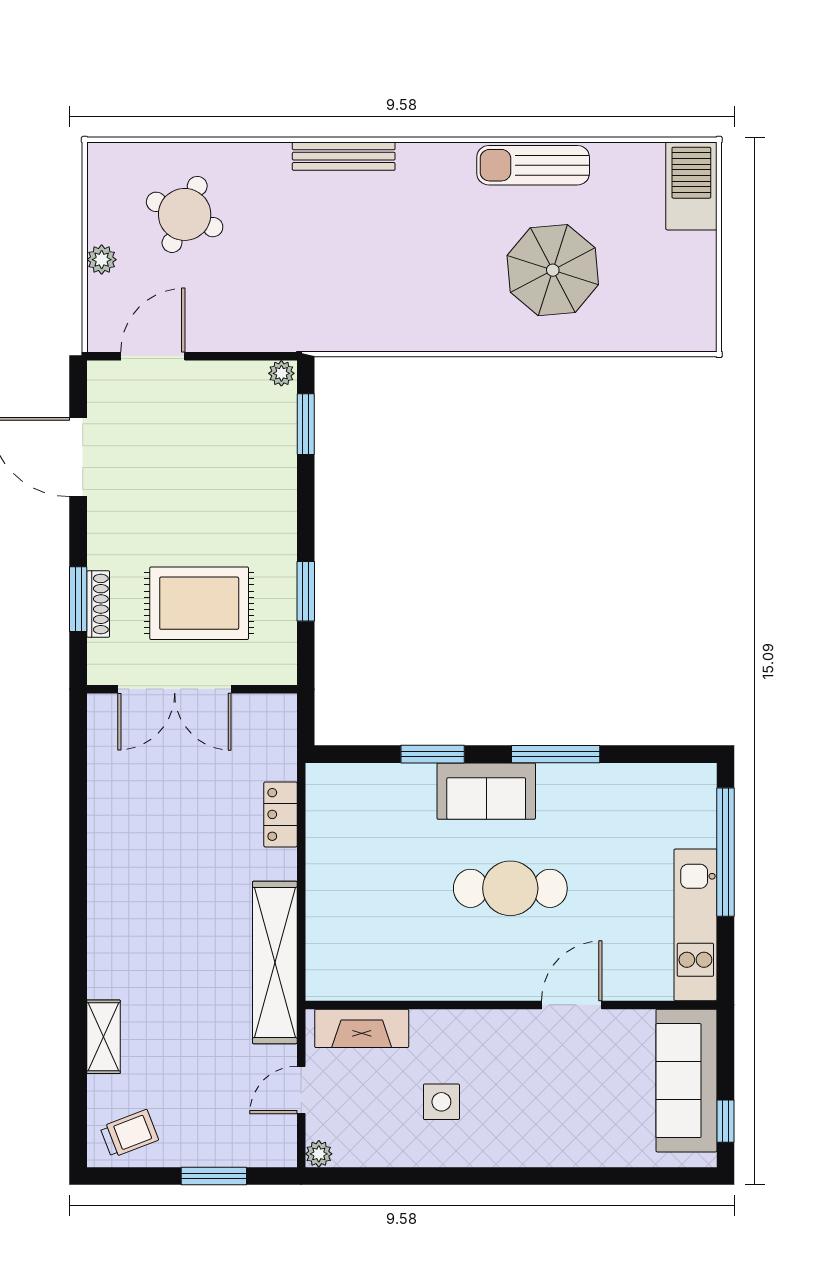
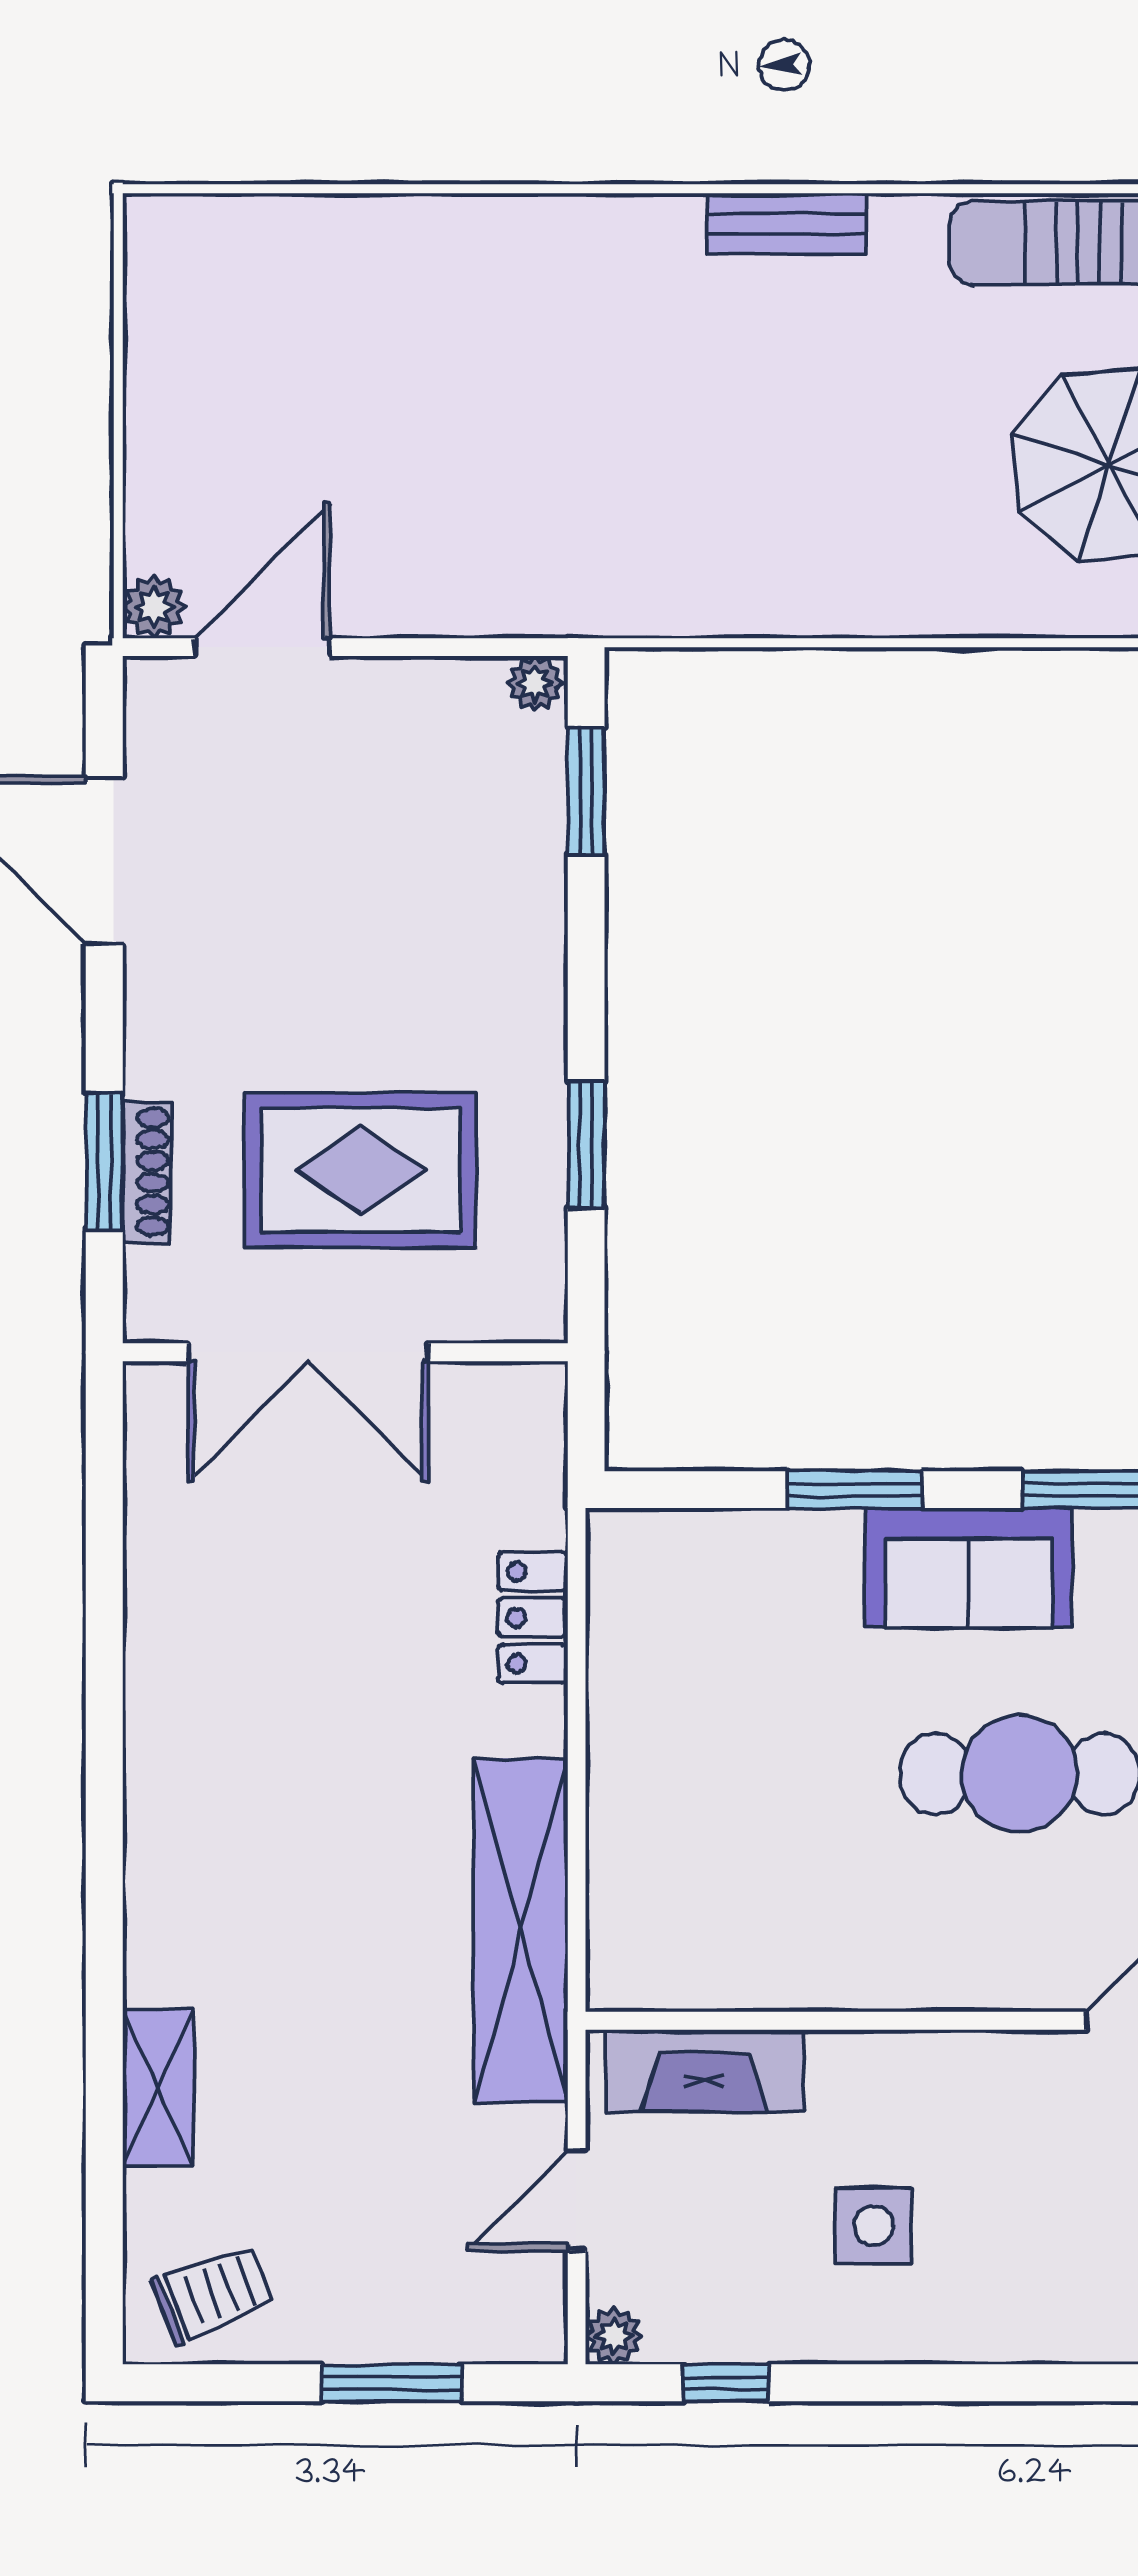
bench: (344, 156) -> (786, 224), moved, width x0.73
round table: (185, 214) -> (330, 347), removed
plant: (102, 260) -> (154, 607), moved
window: (372, 1176) -> (726, 2383), added

